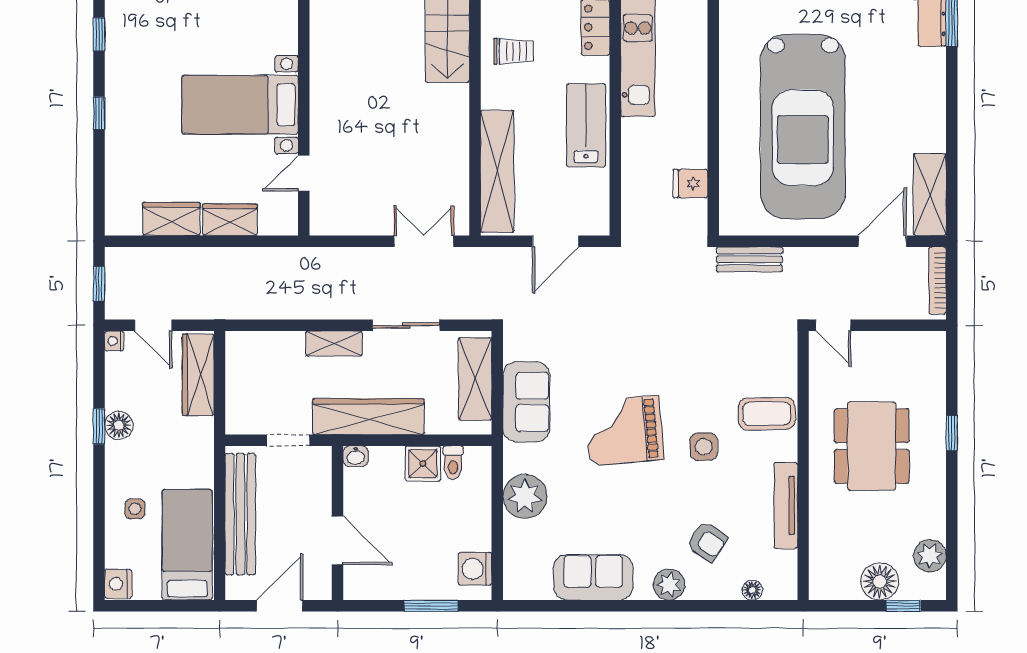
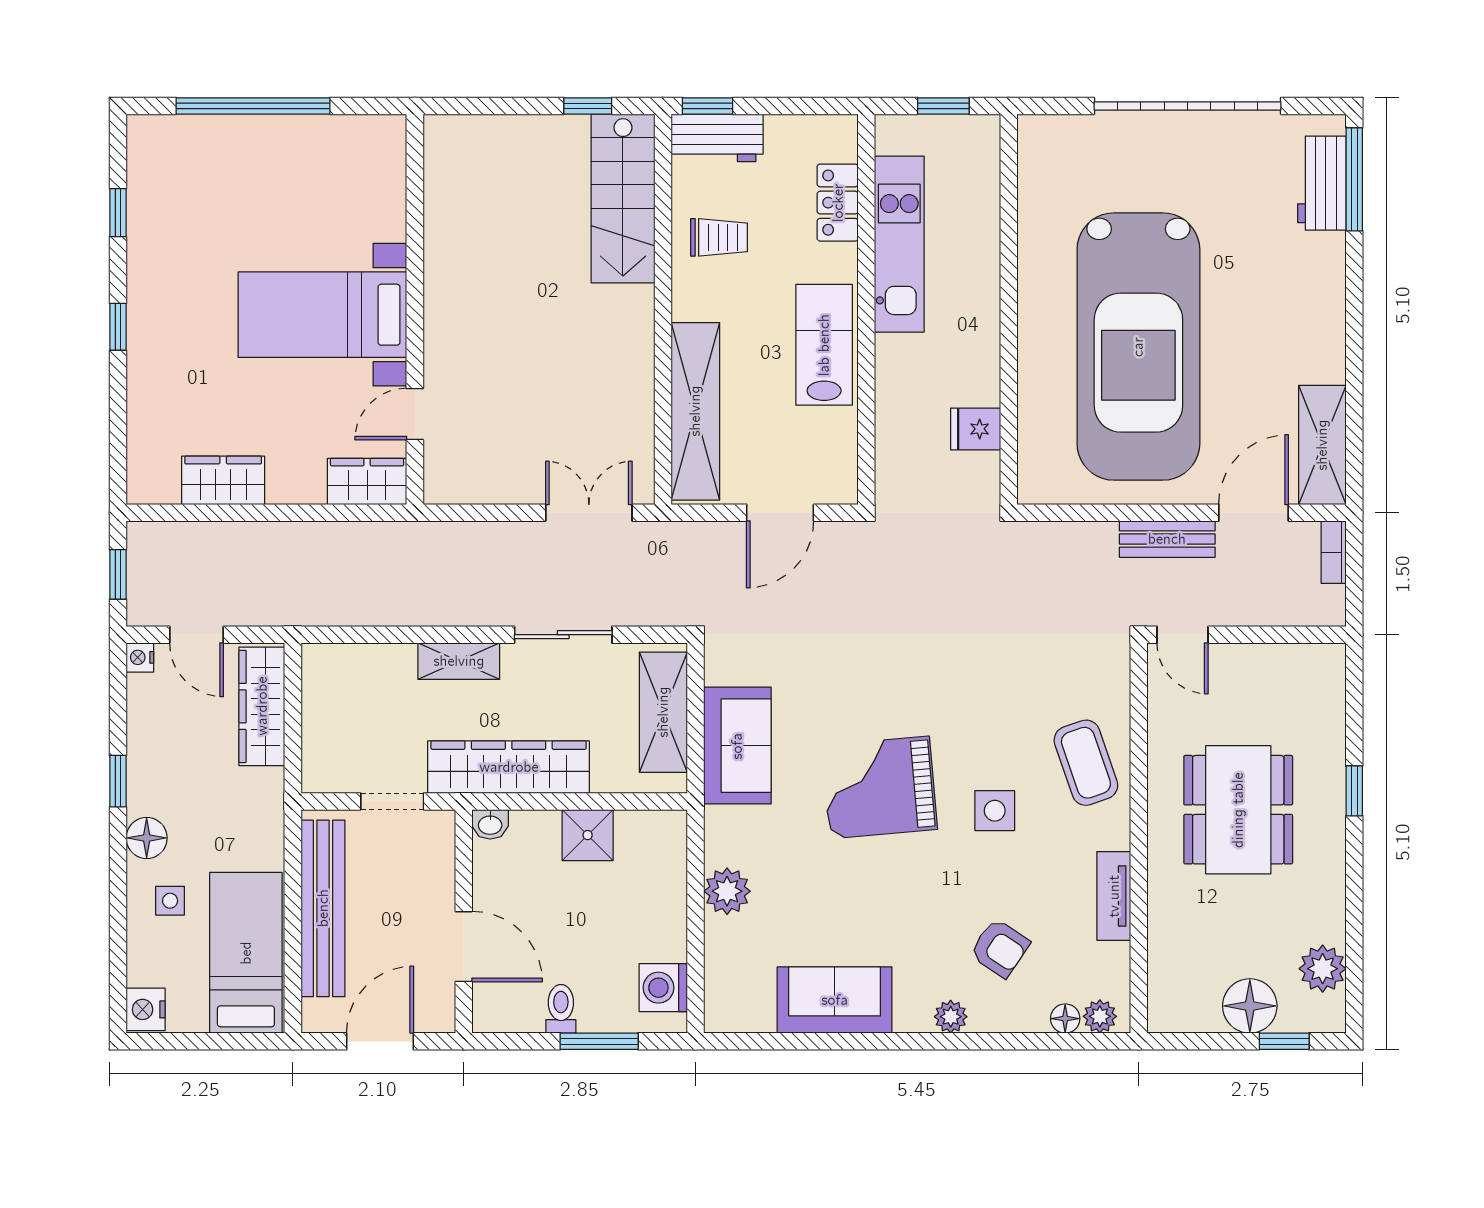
wardrobe: (230, 220) -> (367, 481), moved
bench: (750, 259) -> (1167, 539), moved
bookcase: (938, 281) -> (1334, 552), width x0.64
coffee table: (767, 414) -> (1086, 763), turned 72
floor lamp: (119, 425) -> (147, 838), moved
toilet: (453, 463) -> (561, 1009), moved, turned 180
plant: (525, 496) -> (727, 891), width x0.73, depth x0.73
tv unit: (786, 506) -> (1114, 896), width x0.71
plant: (669, 585) -> (951, 1017), width x0.73, depth x0.73
plant: (776, 589) -> (1100, 1016), added

